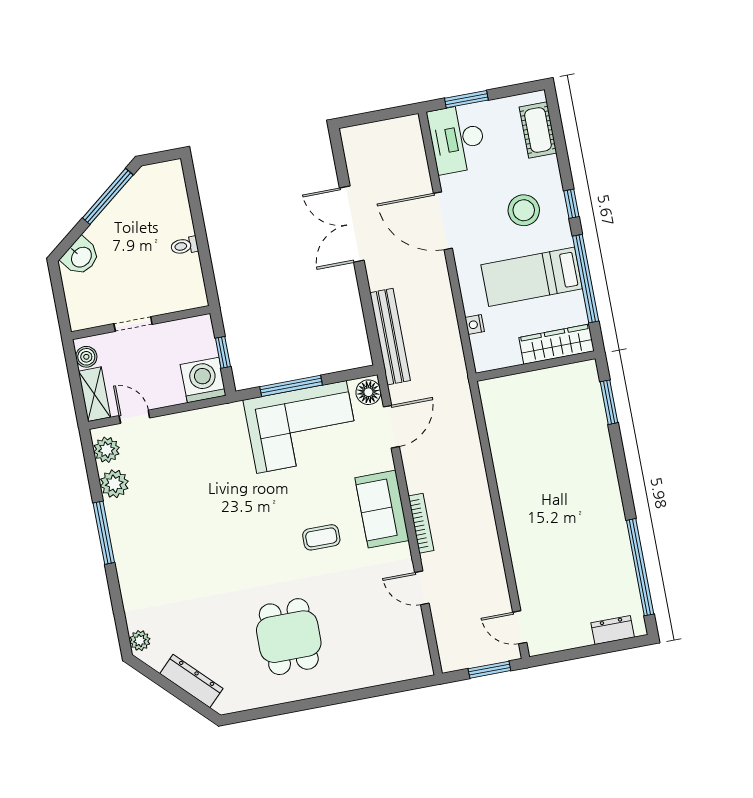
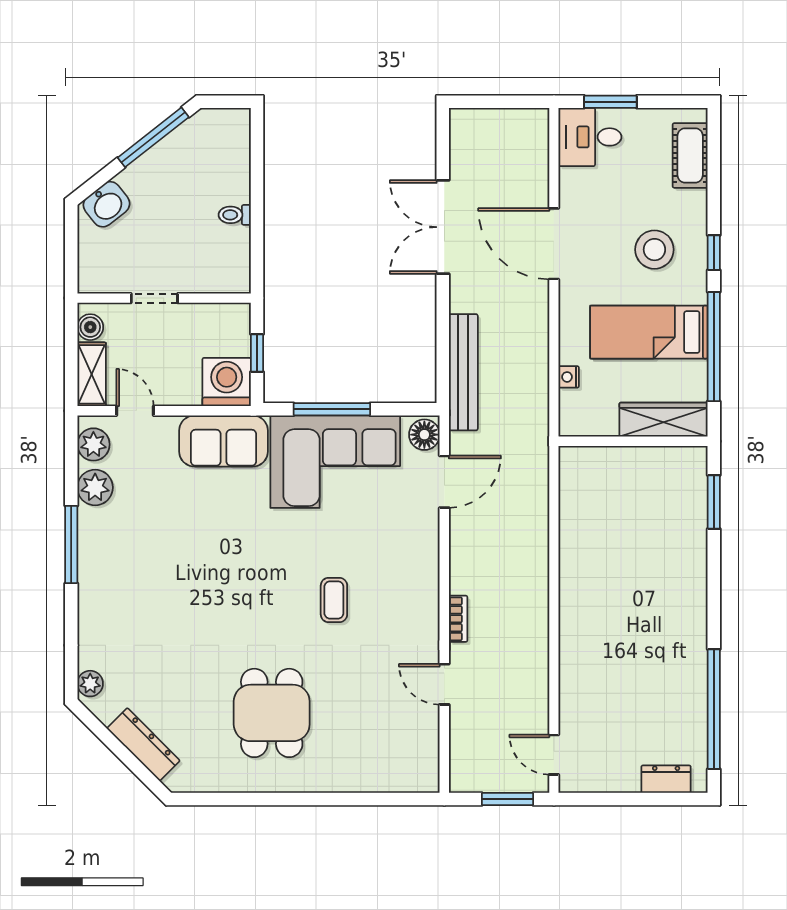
desk: (457, 139) -> (590, 137), width x0.73
sofa: (382, 509) -> (224, 441), moved, turned -90
bookcase: (421, 523) -> (458, 619), width x0.64
coffee table: (321, 537) -> (334, 600), turned 90

